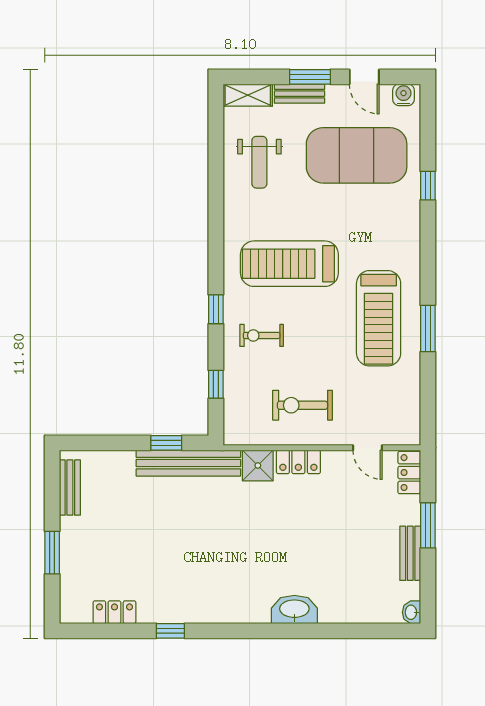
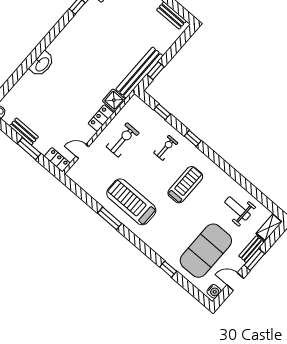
treadmill: (289, 264) -> (185, 185), width x0.73, depth x0.73

